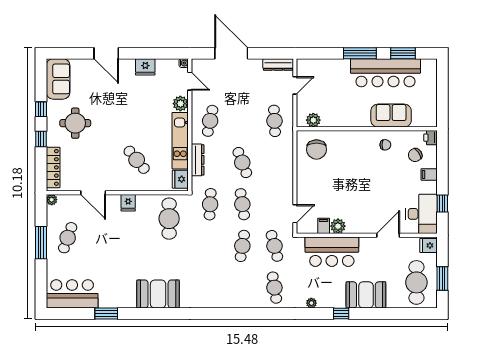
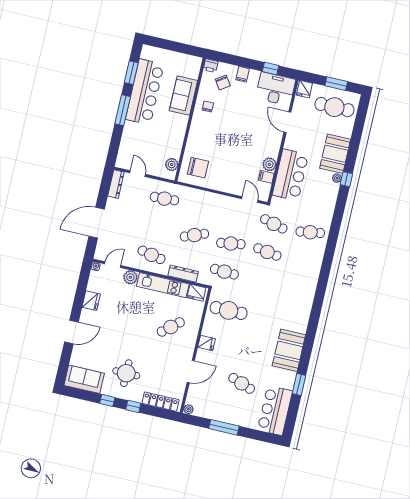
cafe table: (68, 238) -> (242, 383), moved
cafe table: (274, 246) -> (274, 224), turned 30
booth: (158, 294) -> (289, 350), moved
plant: (311, 303) -> (337, 178), moved

